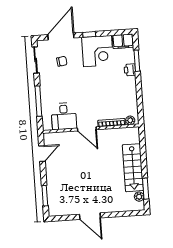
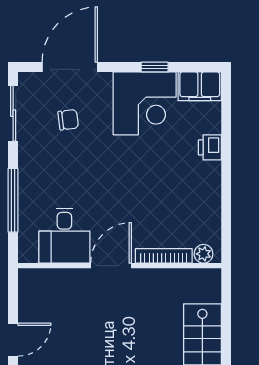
window: (89, 34) -> (155, 67), moved
window: (137, 61) -> (226, 129), removed
door: (87, 129) -> (111, 266), swing flipped
door: (42, 154) -> (13, 340), moved

